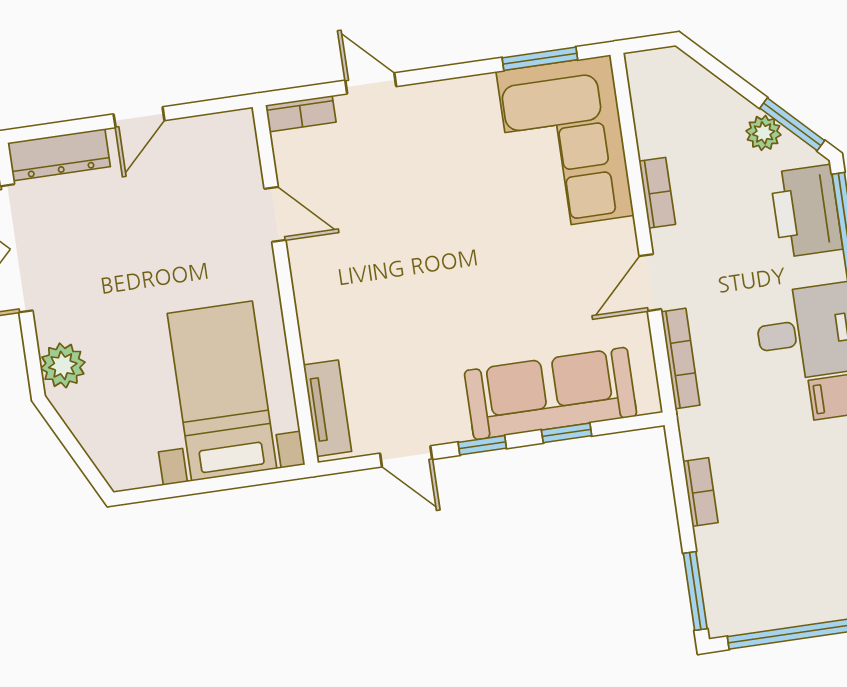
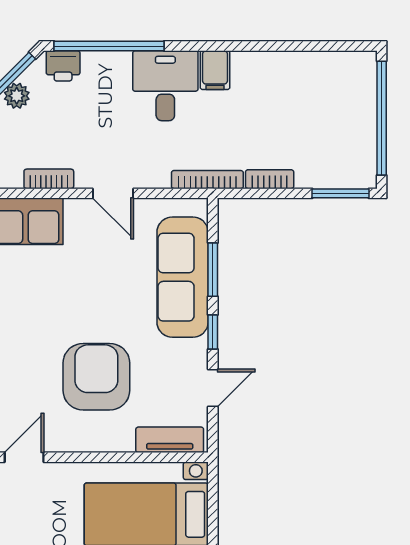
printer: (806, 211) -> (63, 66), width x0.53, depth x0.68
armchair: (399, 296) -> (96, 377), added
bookcase: (680, 358) -> (207, 180), moved
window: (567, 433) -> (213, 270), width x1.50

